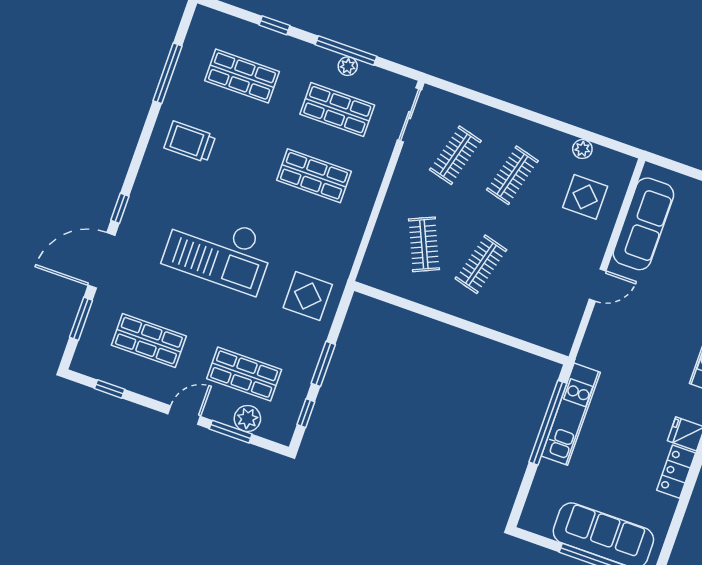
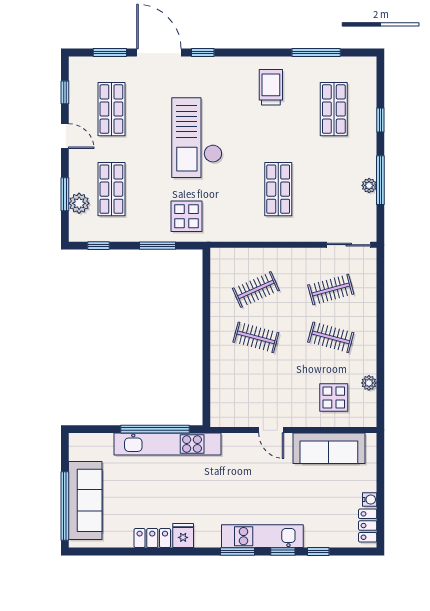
shop shelf: (337, 110) -> (334, 189), removed
clothes rail: (455, 155) -> (331, 289), turned -30
window: (323, 364) -> (157, 246), moved
kitchen unit: (571, 414) -> (167, 444), width x1.36
door: (184, 415) -> (65, 136), moved

